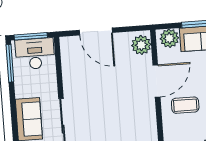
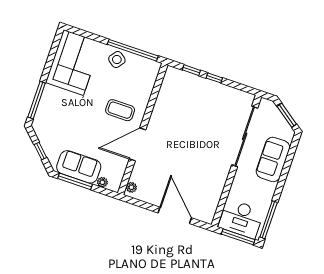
plant: (169, 38) -> (102, 182), width x0.53, depth x0.53
plant: (141, 45) -> (131, 187), width x0.53, depth x0.53

